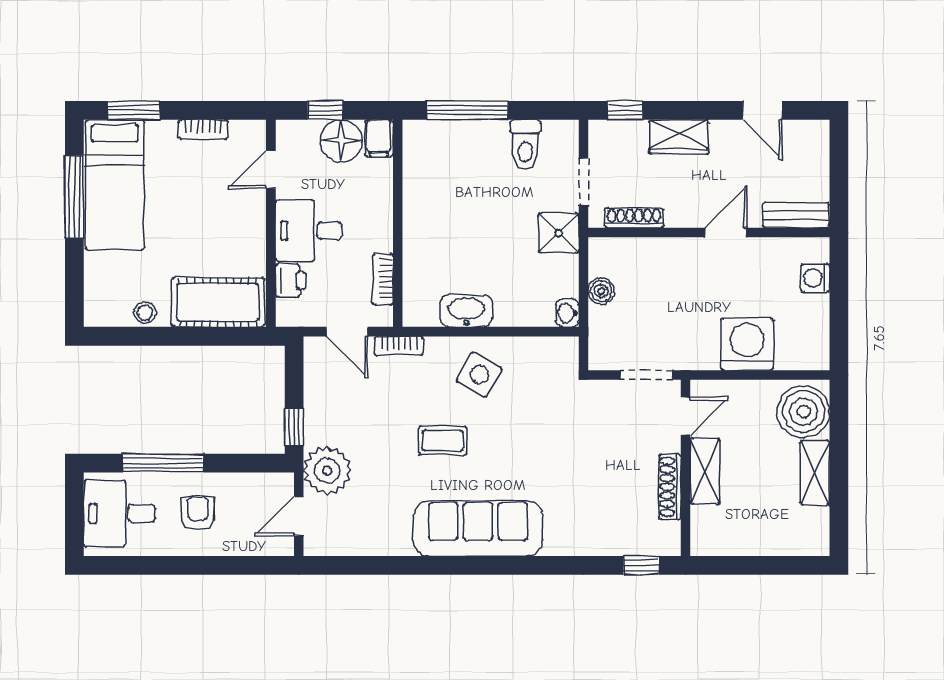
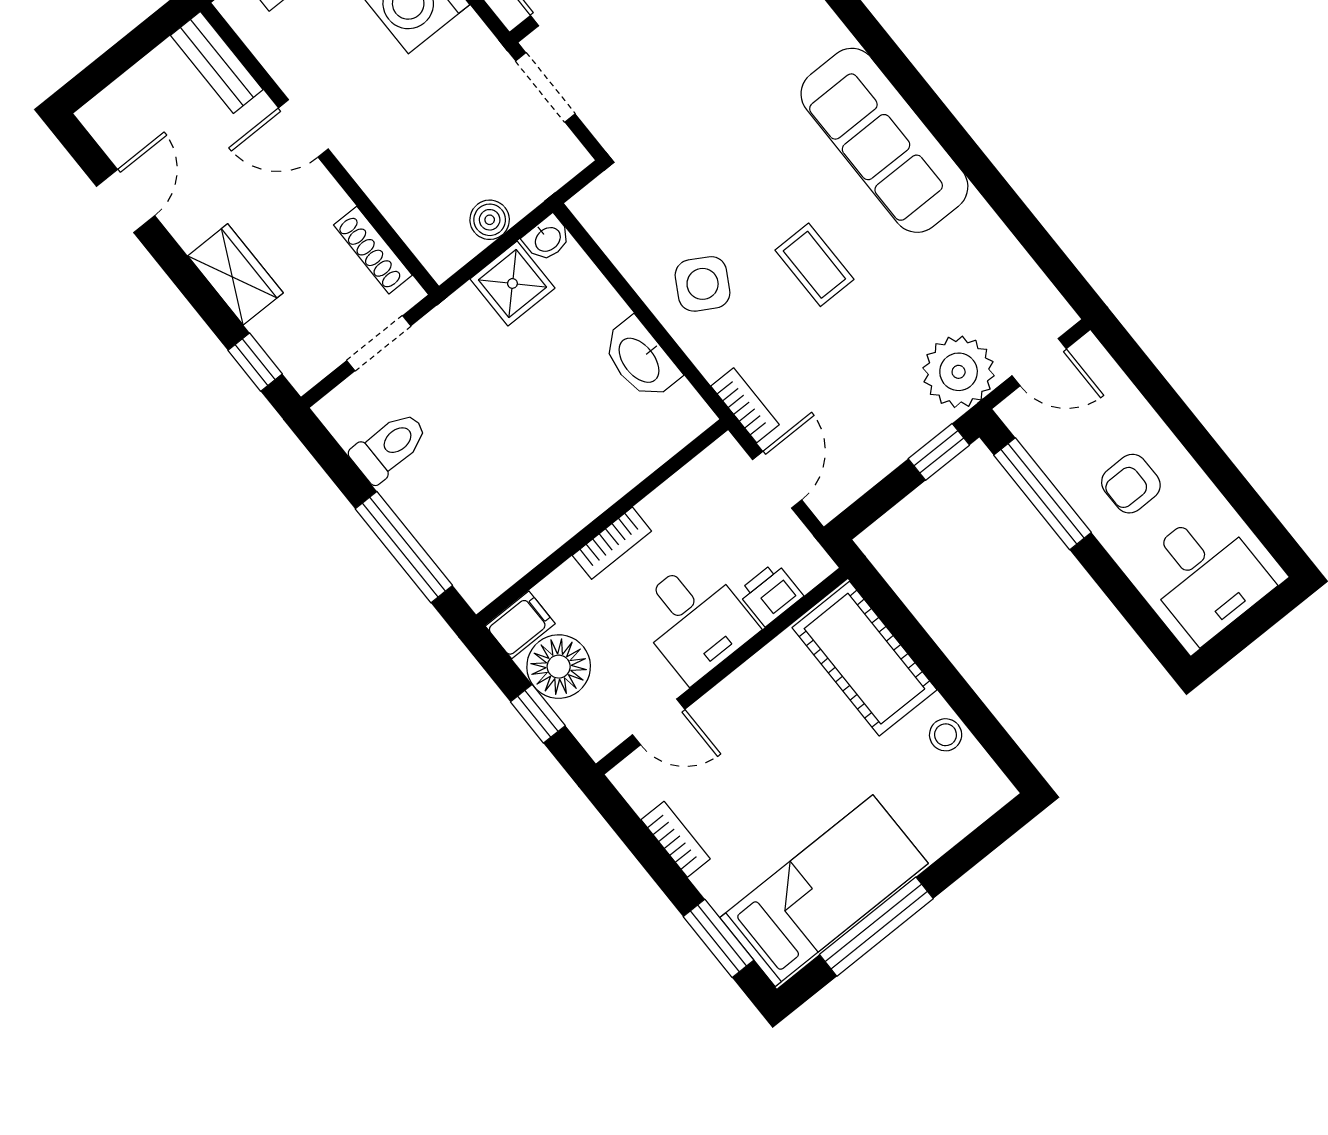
shower: (559, 233) -> (512, 283), moved
bookcase: (383, 279) -> (612, 543), moved
window: (163, 463) -> (1043, 494), moved

